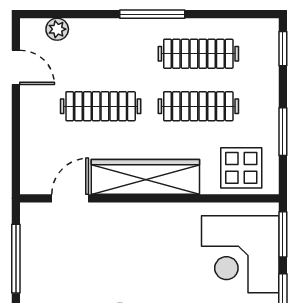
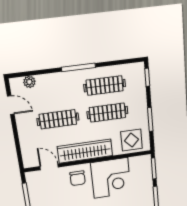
door: (70, 198) -> (49, 167), hinge flipped
chair: (124, 231) -> (78, 178), added
corner desk: (240, 254) -> (111, 178), moved, turned -90

